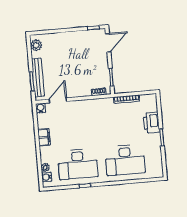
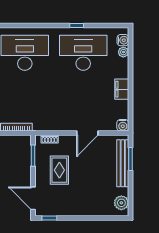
door: (108, 43) -> (33, 198), hinge flipped
rug: (89, 67) -> (59, 170), added
door: (58, 100) -> (87, 133), moved

